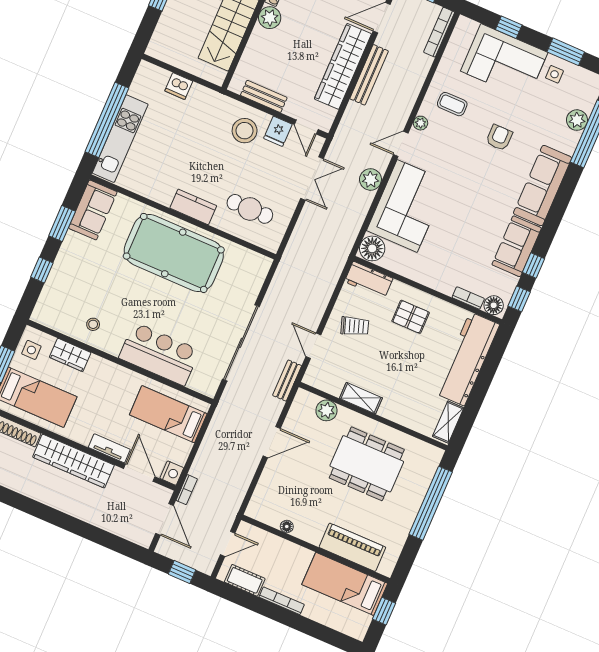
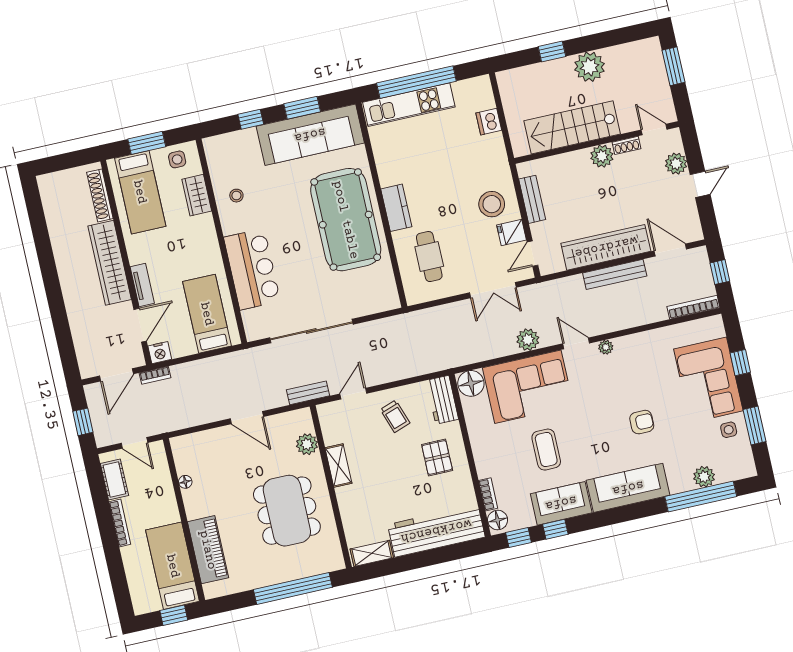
coffee table: (452, 104) -> (546, 450), moved, width x1.36, depth x1.30
sofa: (93, 210) -> (310, 135), width x1.85, depth x1.27

